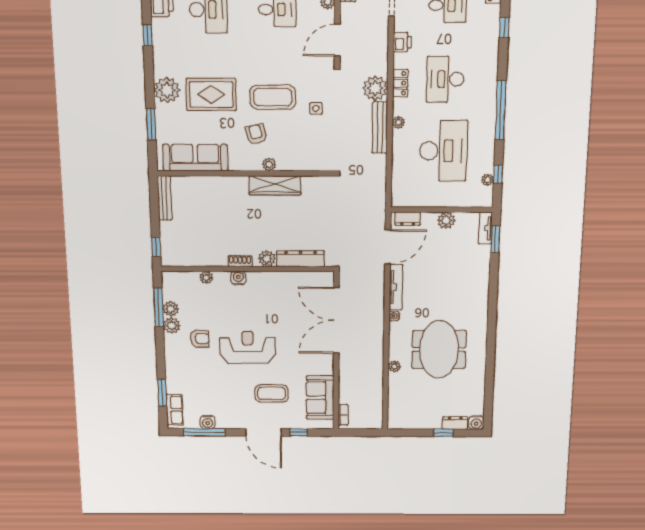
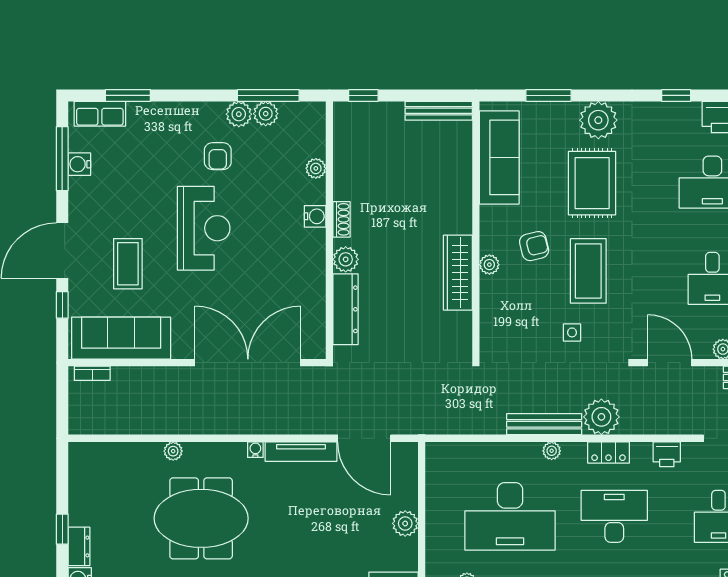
dresser: (408, 219) -> (408, 467), removed
sofa: (320, 398) -> (121, 338), width x1.36

